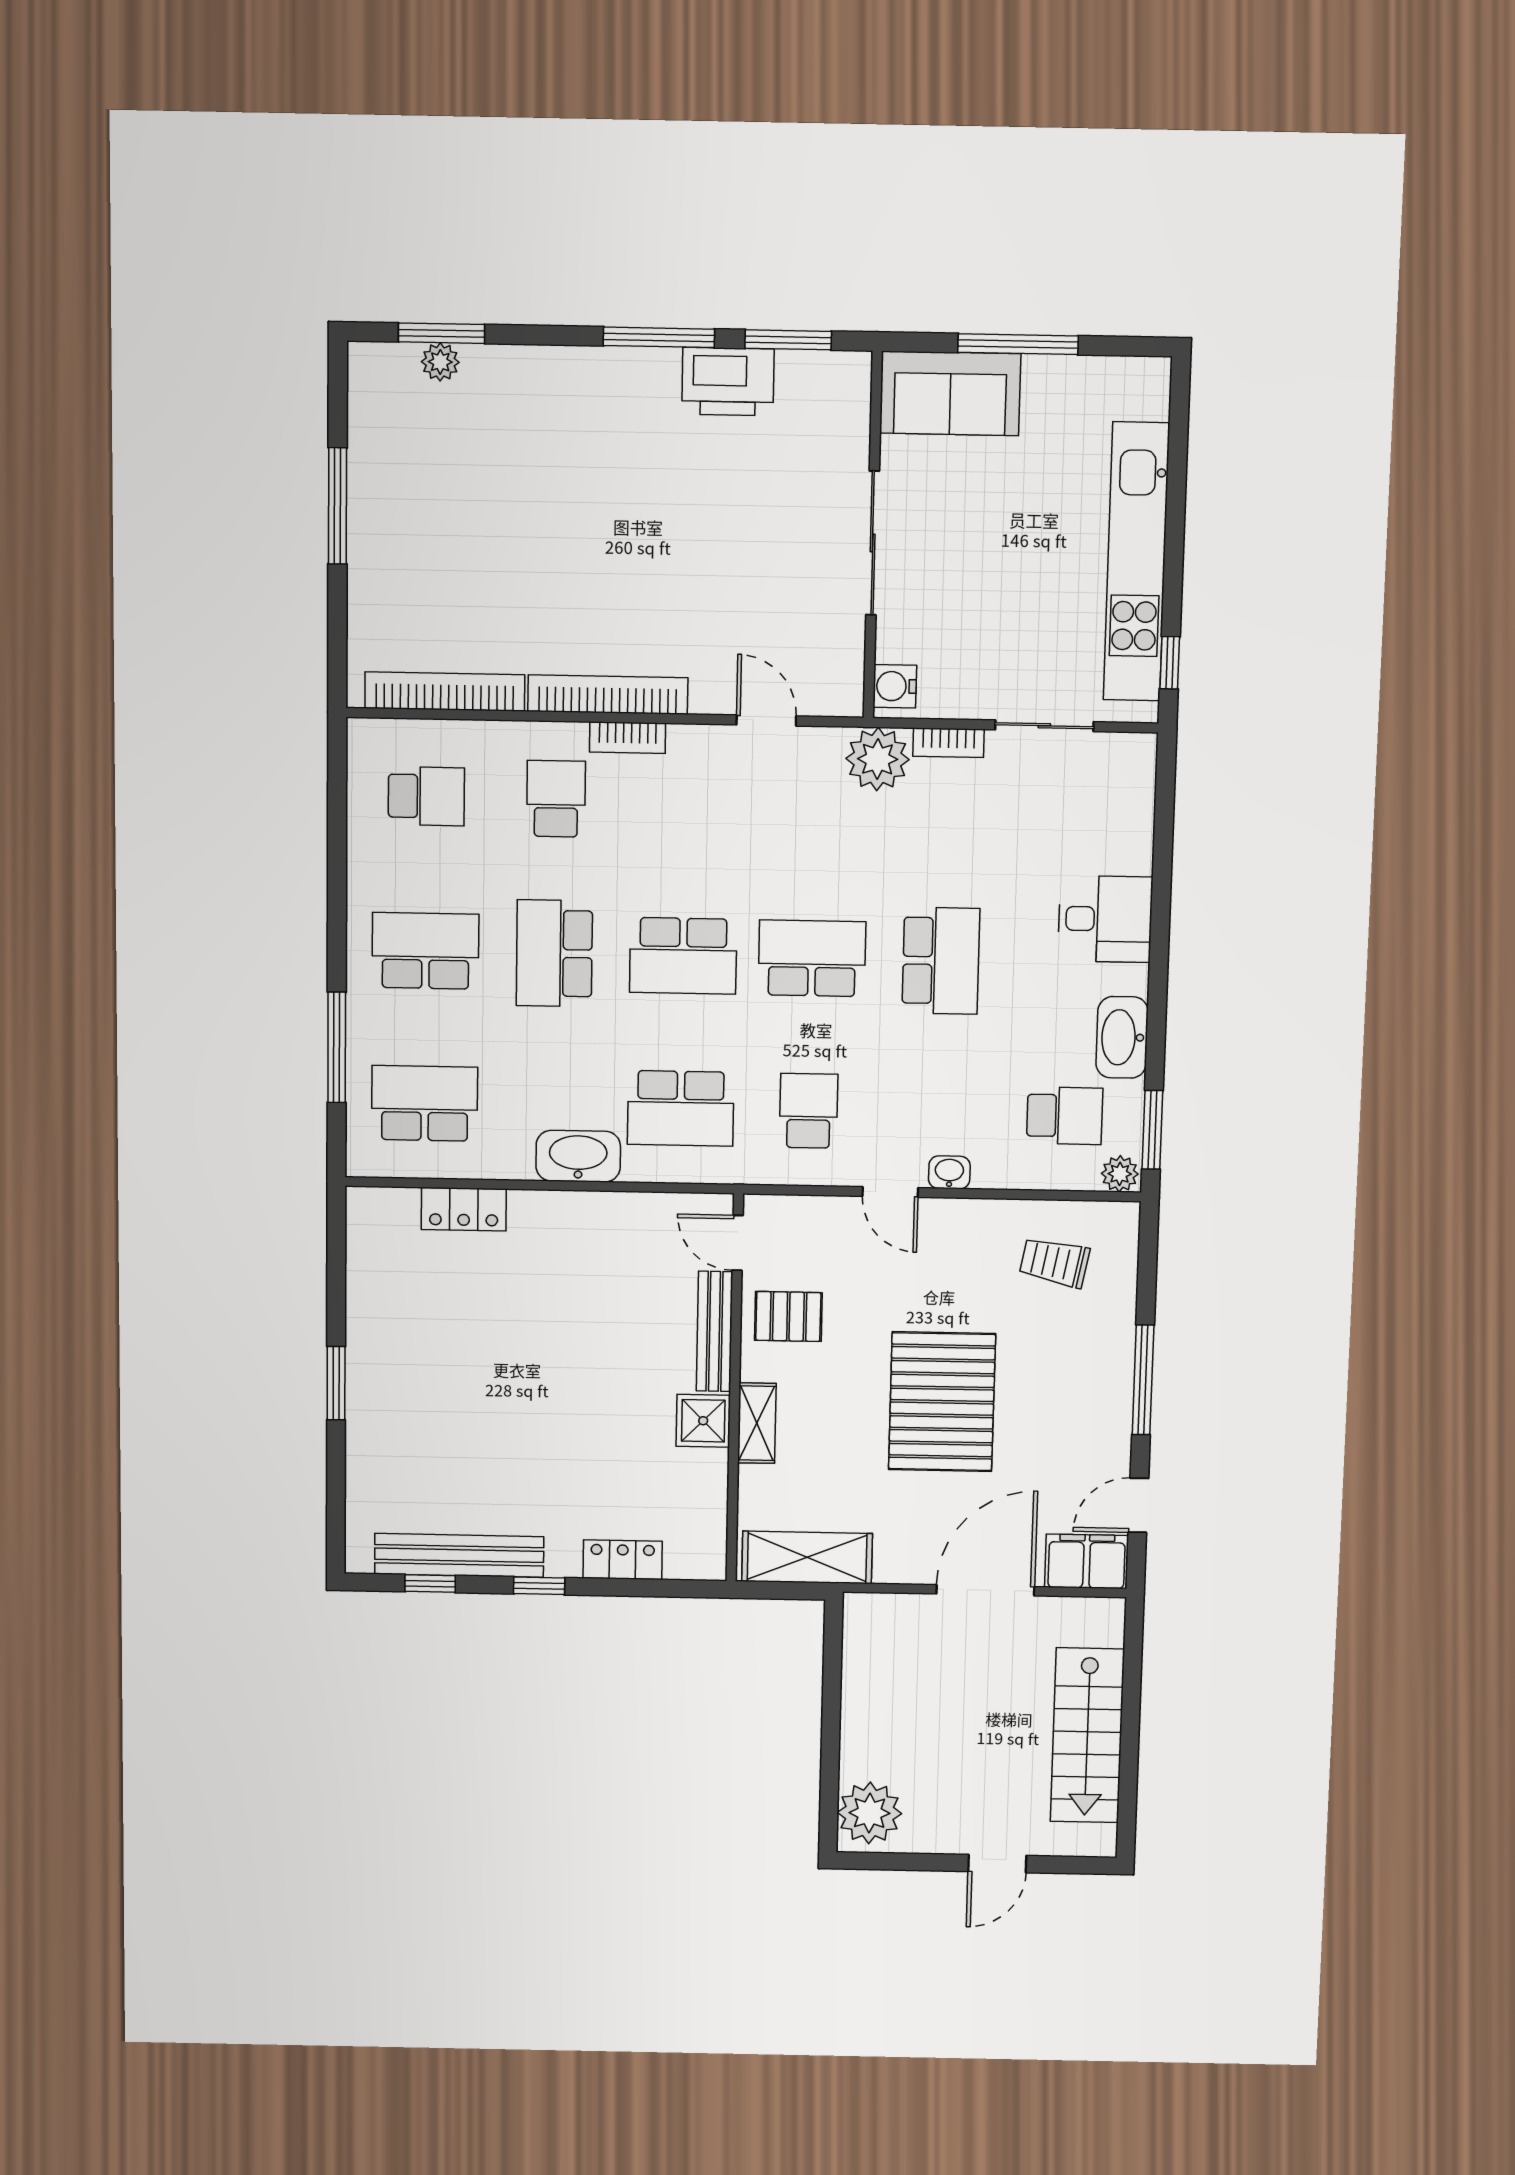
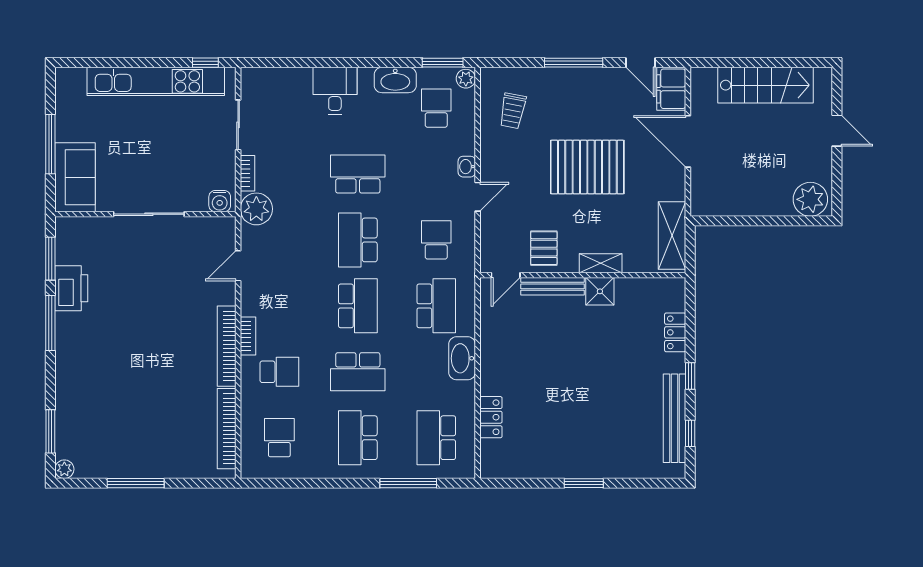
plant: (440, 362) -> (64, 469), moved
school desk: (556, 799) -> (279, 372), turned 180
school desk: (809, 1111) -> (436, 240), turned 90

